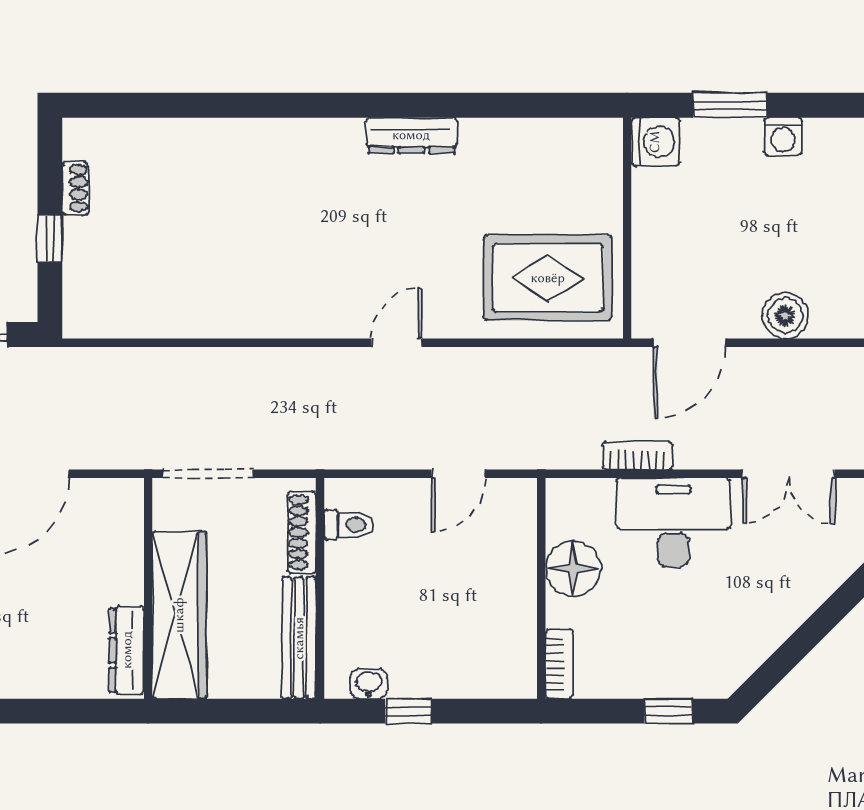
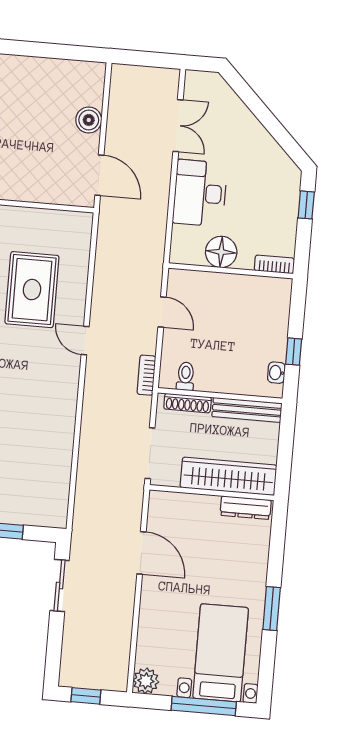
rug: (548, 278) -> (32, 290), moved
bookcase: (637, 456) -> (146, 375), moved

